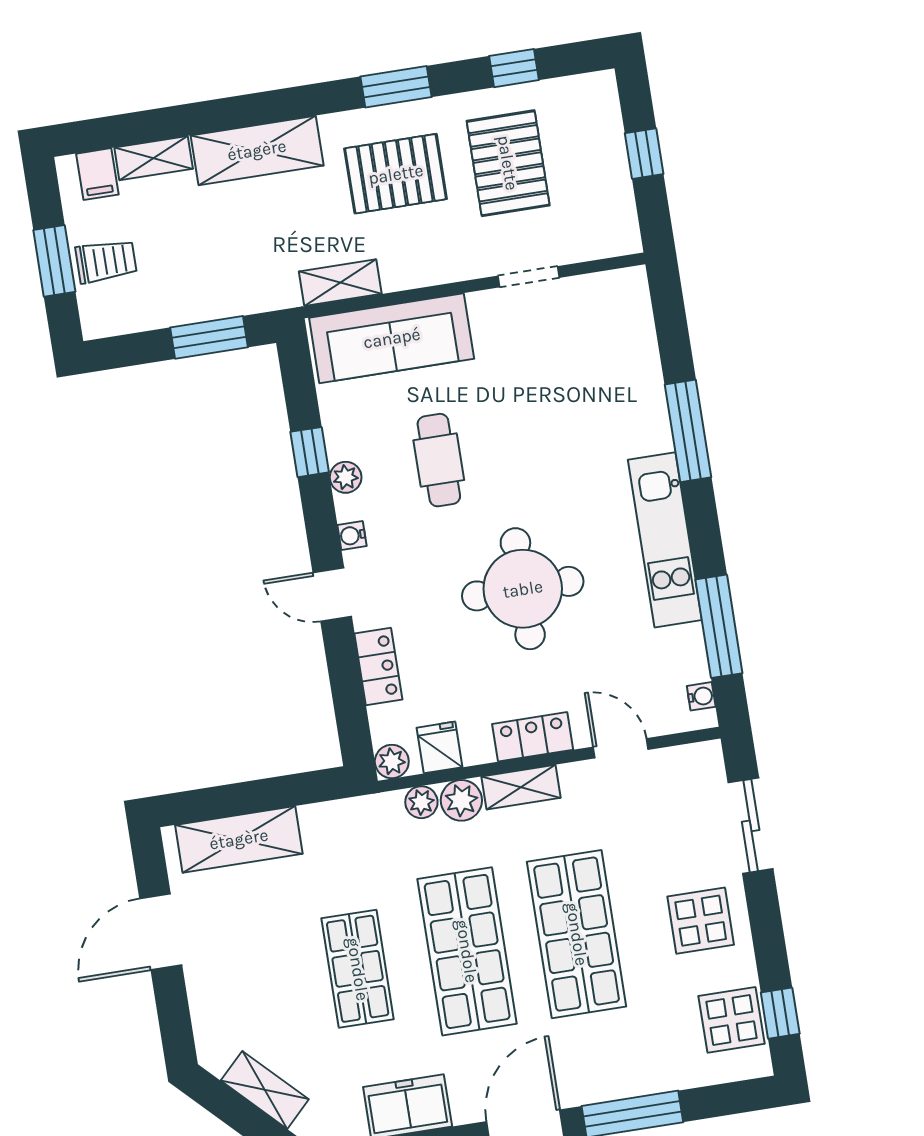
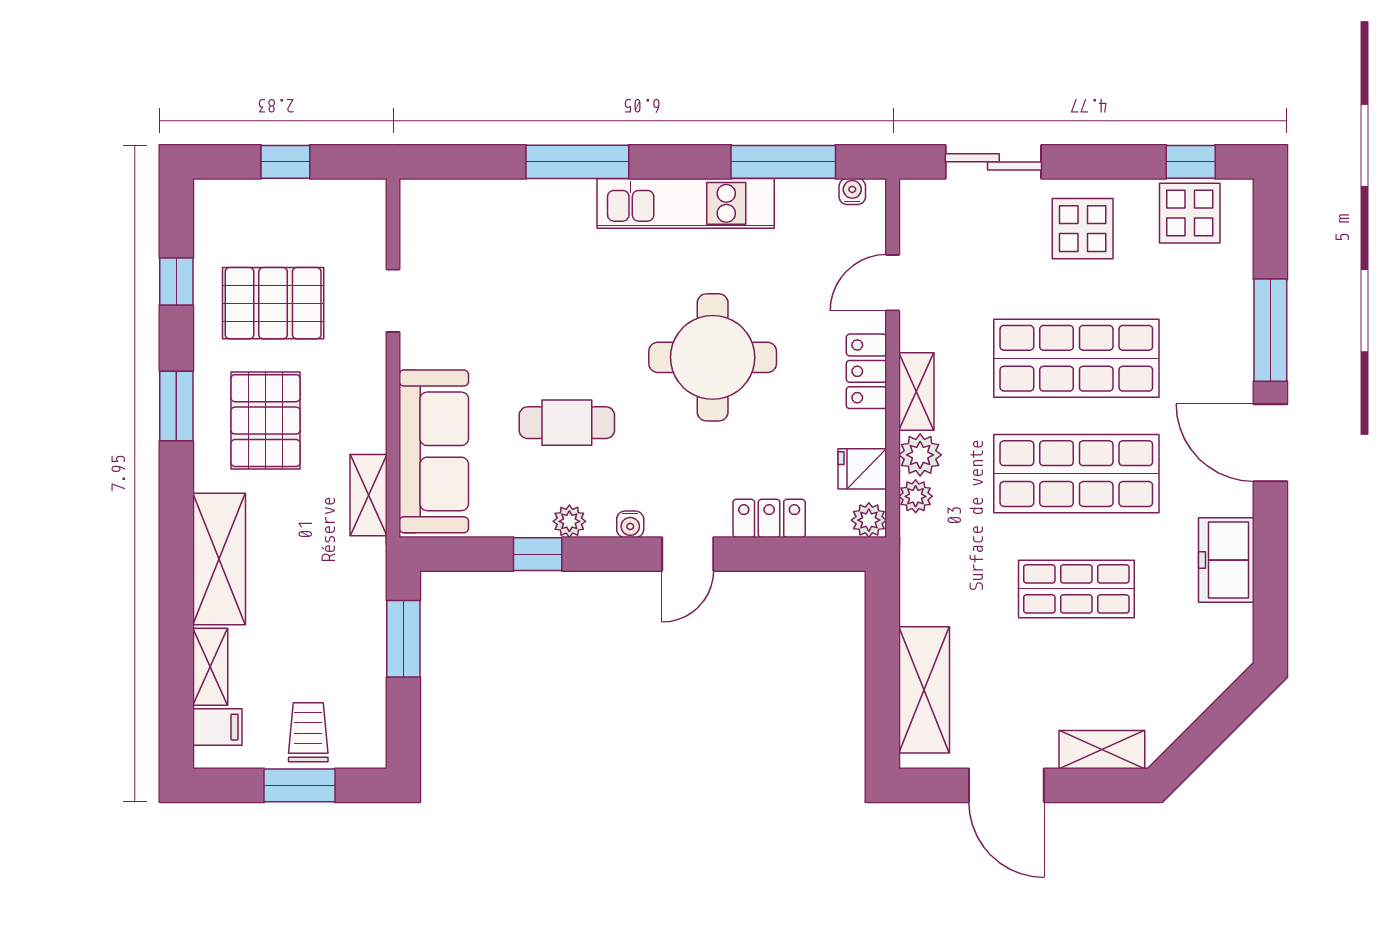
shelving: (265, 1090) -> (1102, 750), moved, turned 45

